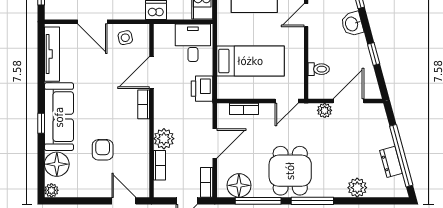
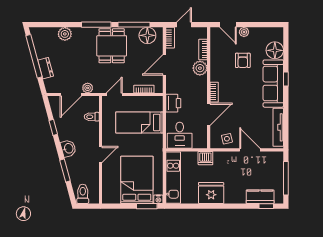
dresser: (391, 162) -> (46, 68), moved
plant: (51, 190) -> (244, 32), moved

